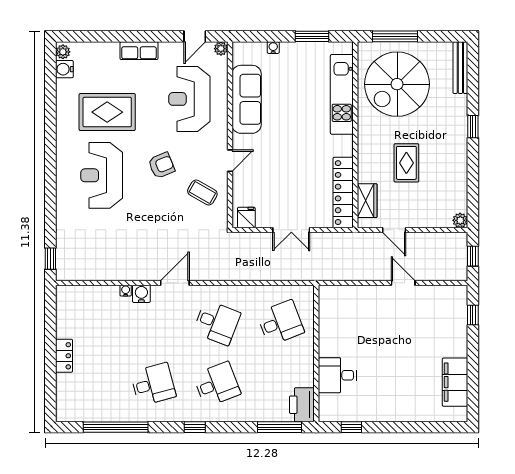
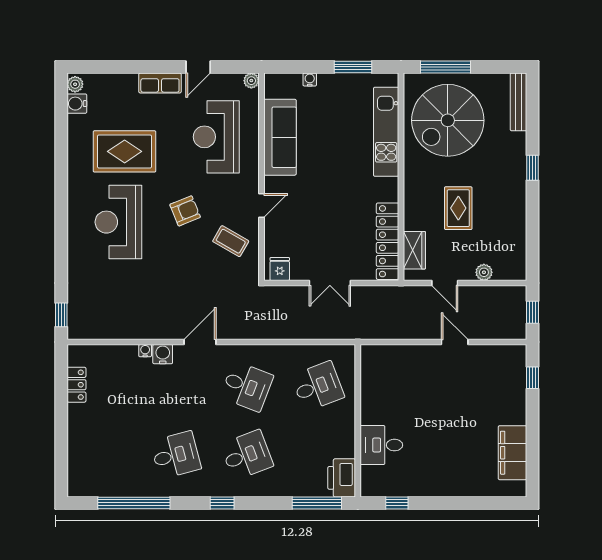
door: (195, 36) -> (198, 67), moved
plant: (460, 220) -> (484, 272), moved
locker: (64, 356) -> (76, 385), moved

